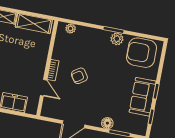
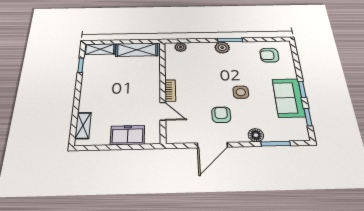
plant: (117, 39) -> (222, 48), moved
armchair: (141, 53) -> (269, 55), width x0.53, depth x0.53
armchair: (79, 76) -> (221, 115), moved, turned 124
side table: (107, 84) -> (241, 92), added

